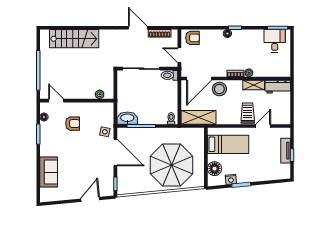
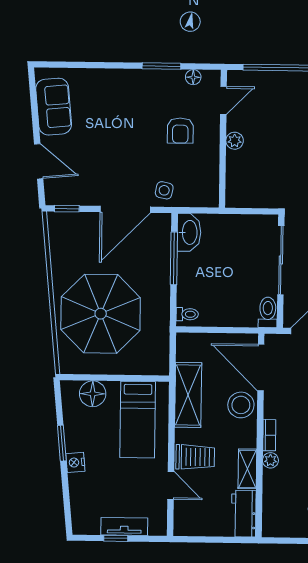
plant: (100, 94) -> (235, 141), moved
shelving: (198, 117) -> (188, 395), moved
sofa: (49, 172) -> (54, 107), moved, turned -96
nightstand: (231, 179) -> (75, 462), moved

